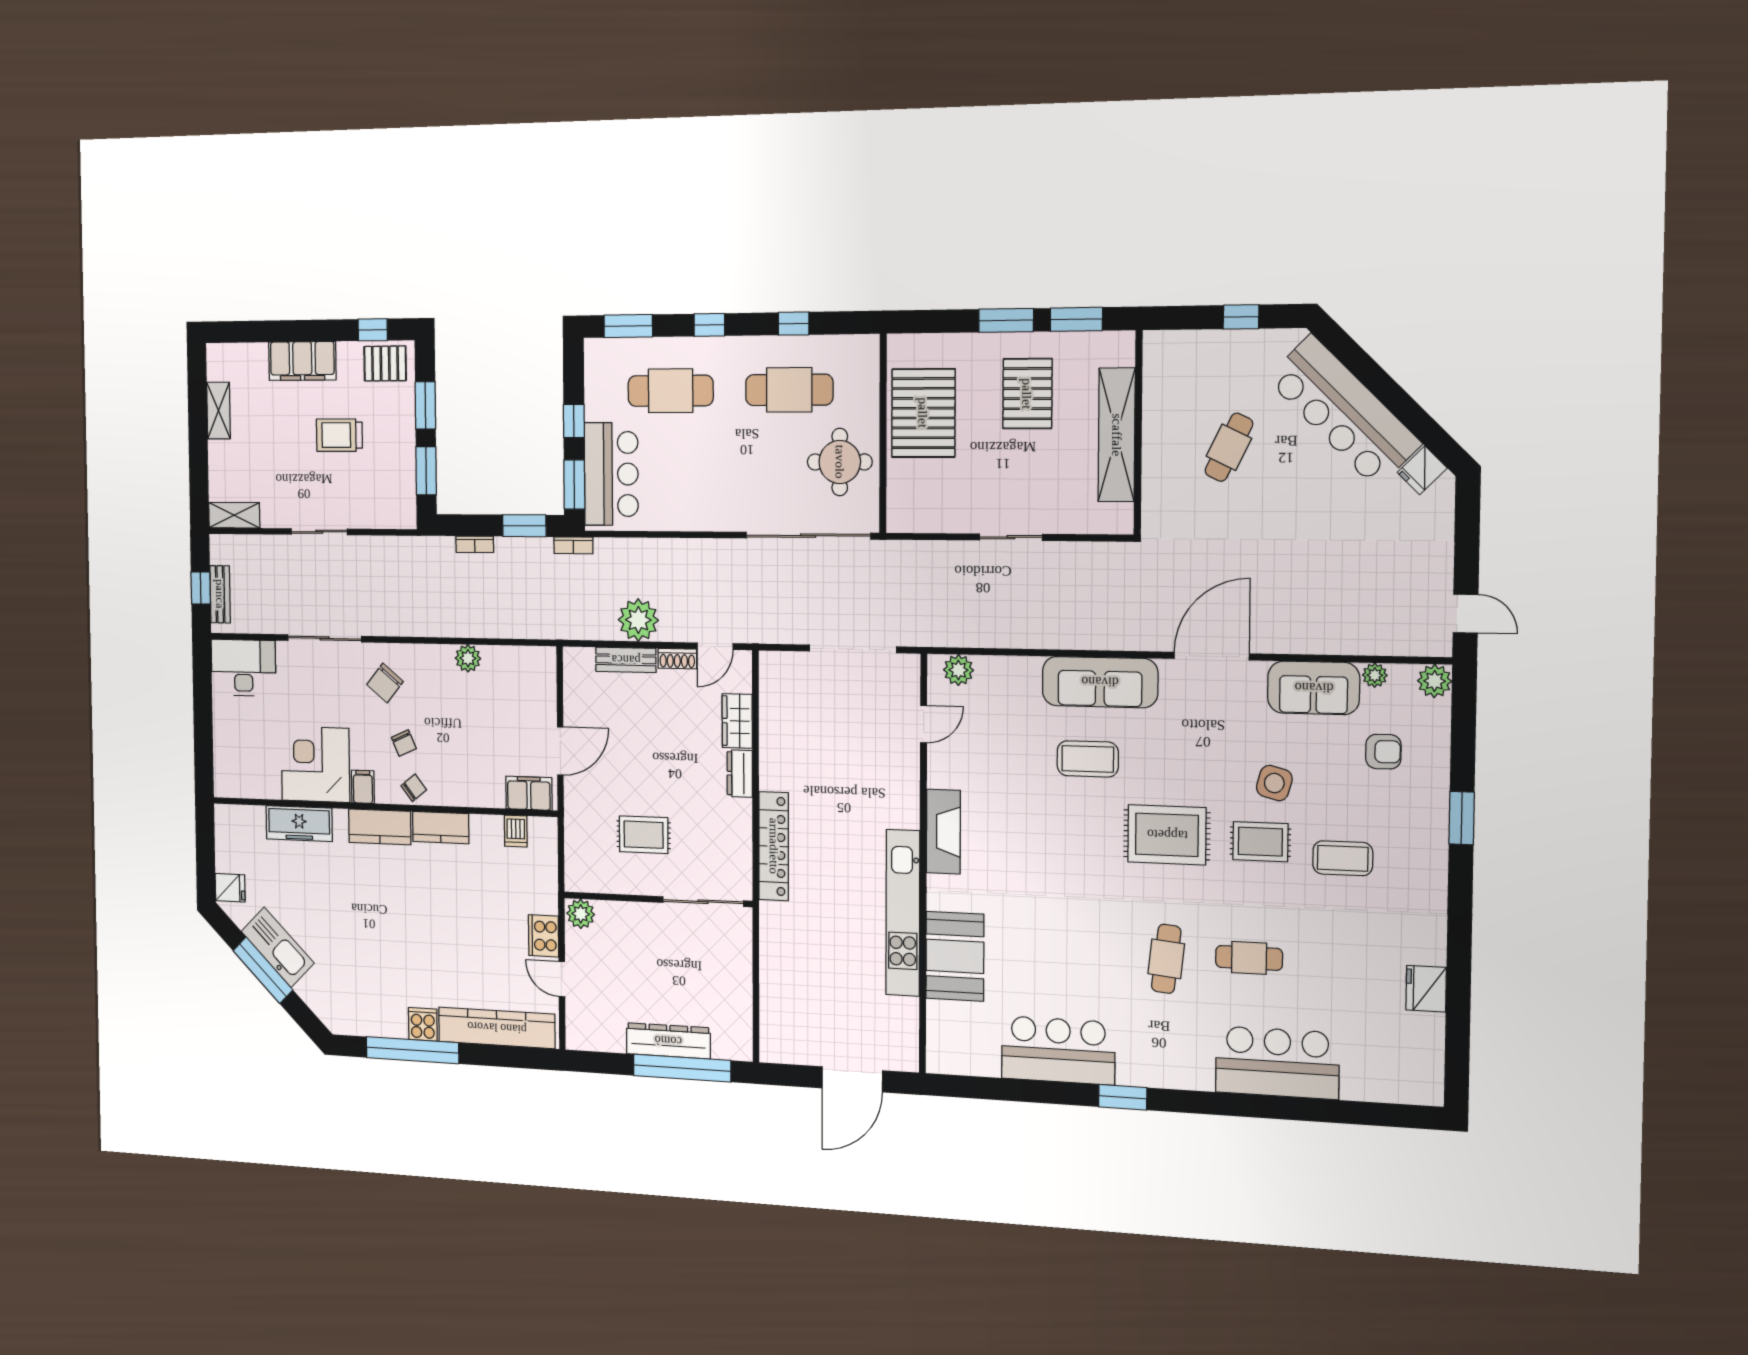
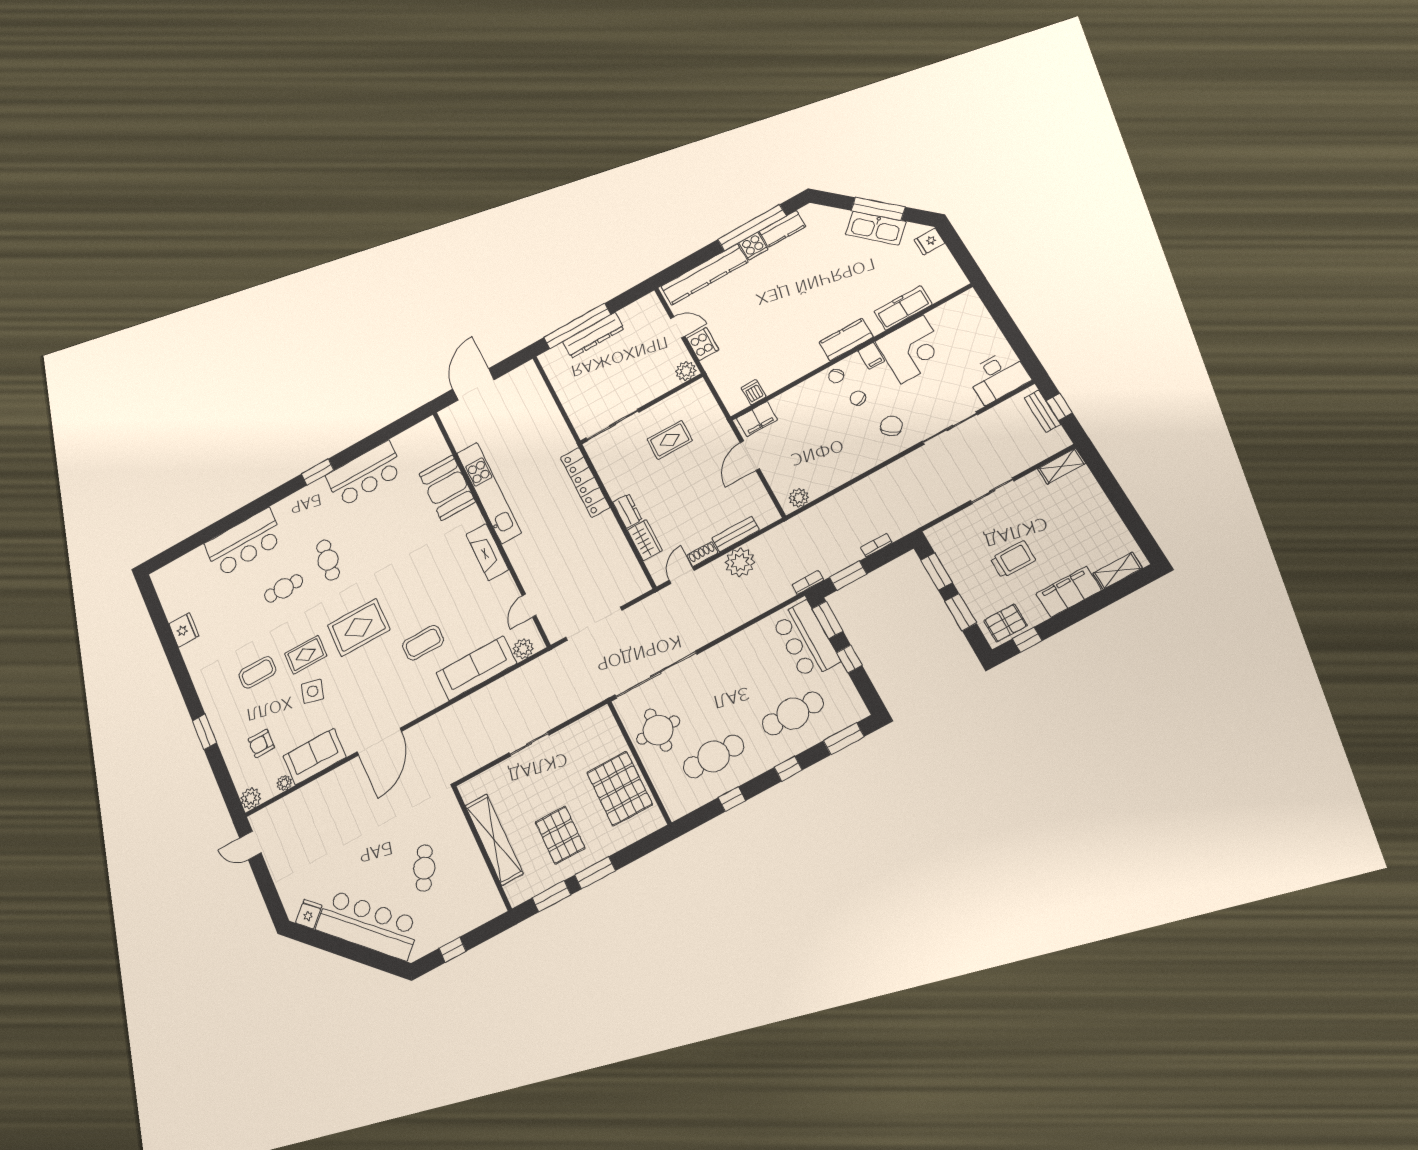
shelving: (218, 411) -> (1118, 571), moved, turned 90
plant: (468, 658) -> (799, 498), moved
sofa: (1100, 682) -> (476, 668), moved
kitchen counter: (441, 828) -> (782, 229), moved, turned 180

